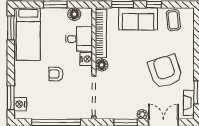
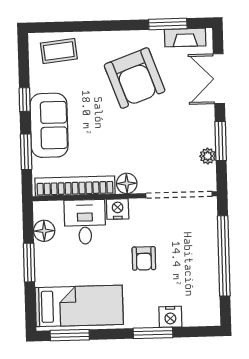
coffee table: (173, 20) -> (59, 51), moved
armchair: (165, 71) -> (135, 78), turned -92
window: (11, 98) -> (153, 333), moved
nightstand: (20, 104) -> (170, 317), moved
plant: (142, 114) -> (208, 156), moved

